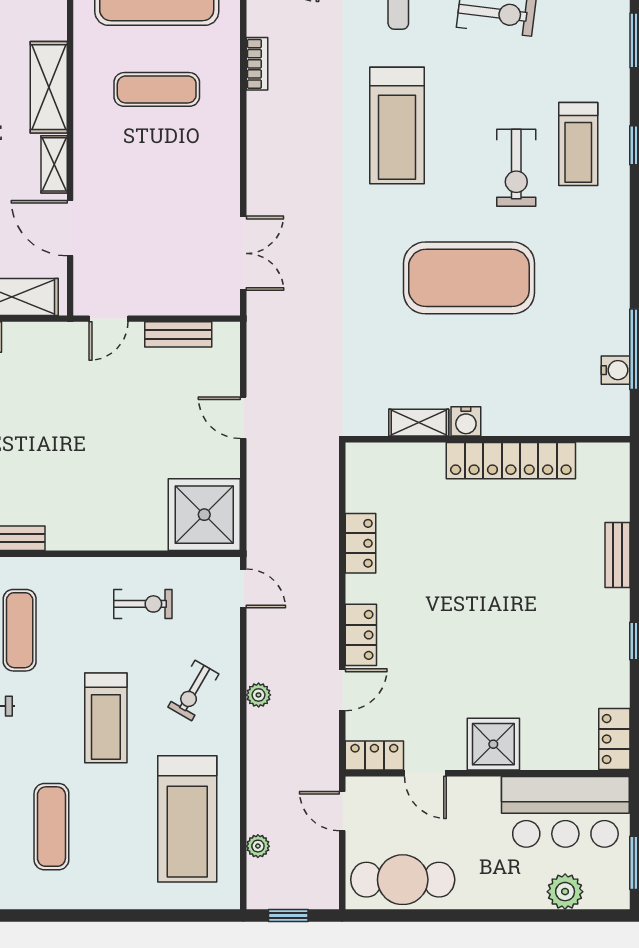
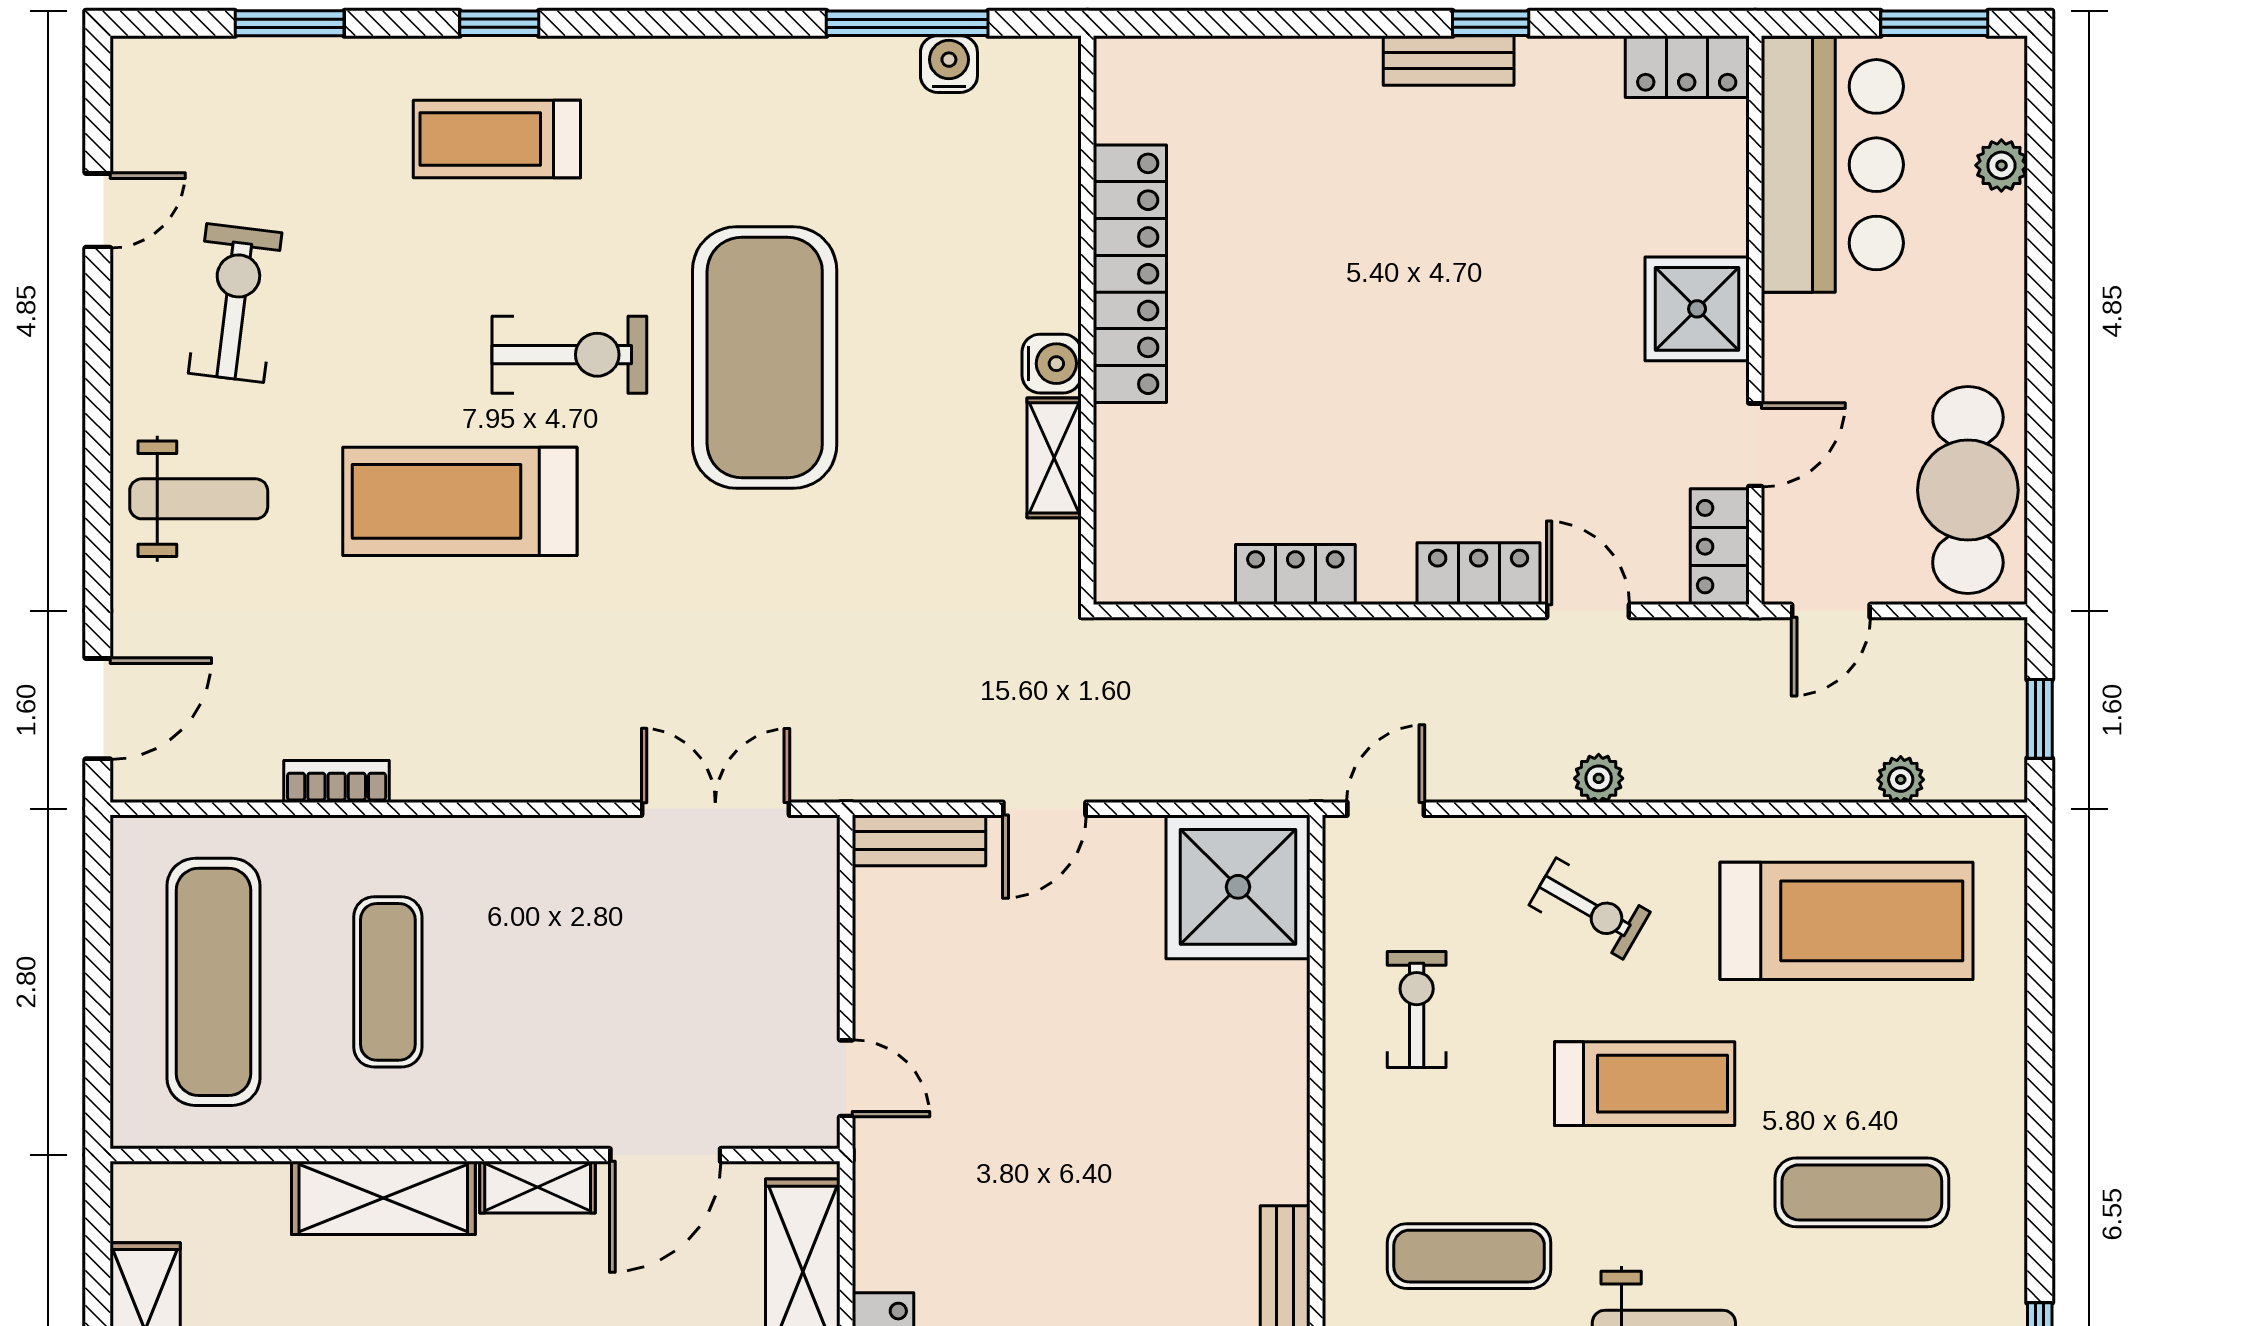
treadmill: (397, 126) -> (460, 501), turned 180
treadmill: (578, 144) -> (497, 139), turned 180
exercise bike: (516, 168) -> (569, 355), moved
bench: (178, 334) -> (919, 840), moved, turned 90
bench: (617, 555) -> (1449, 61), moved
plant: (565, 892) -> (2001, 165), width x0.73, depth x0.73

